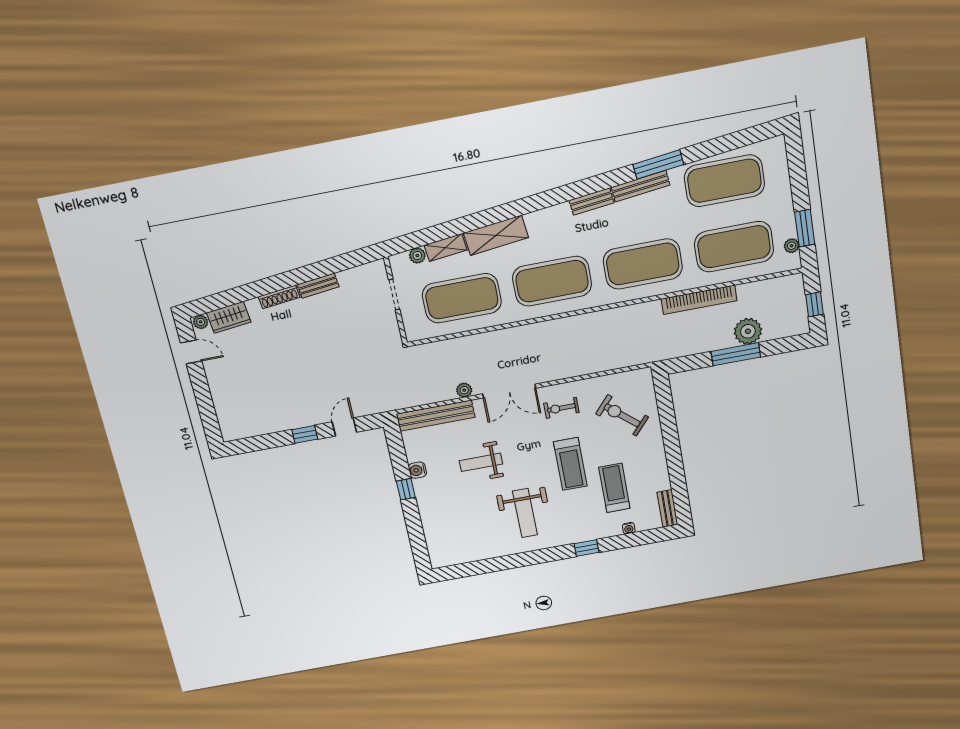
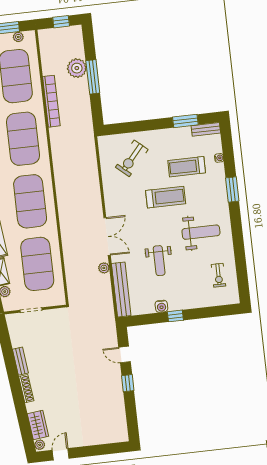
exercise bike: (561, 408) -> (218, 275), moved
window: (678, 481) -> (185, 121), added
window: (586, 548) -> (232, 189), width x1.50

